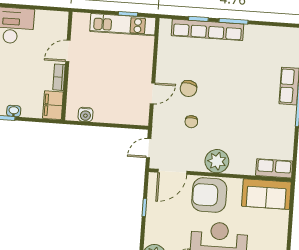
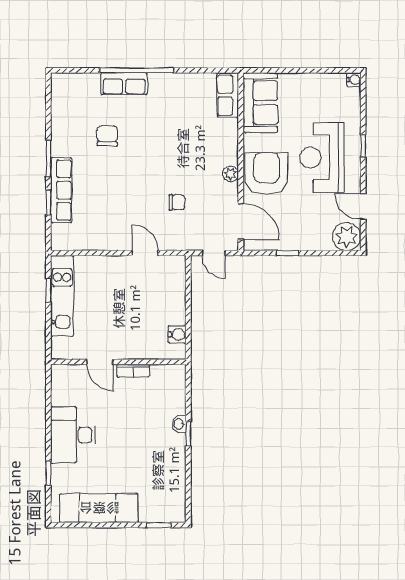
row of seats: (208, 30) -> (61, 190), width x0.73
chair: (189, 89) -> (107, 136), moved, turned -100
filing cabinet: (53, 105) -> (168, 376), removed
plant: (217, 161) -> (231, 174), width x0.53, depth x0.53
armchair: (209, 195) -> (266, 174), turned 180

